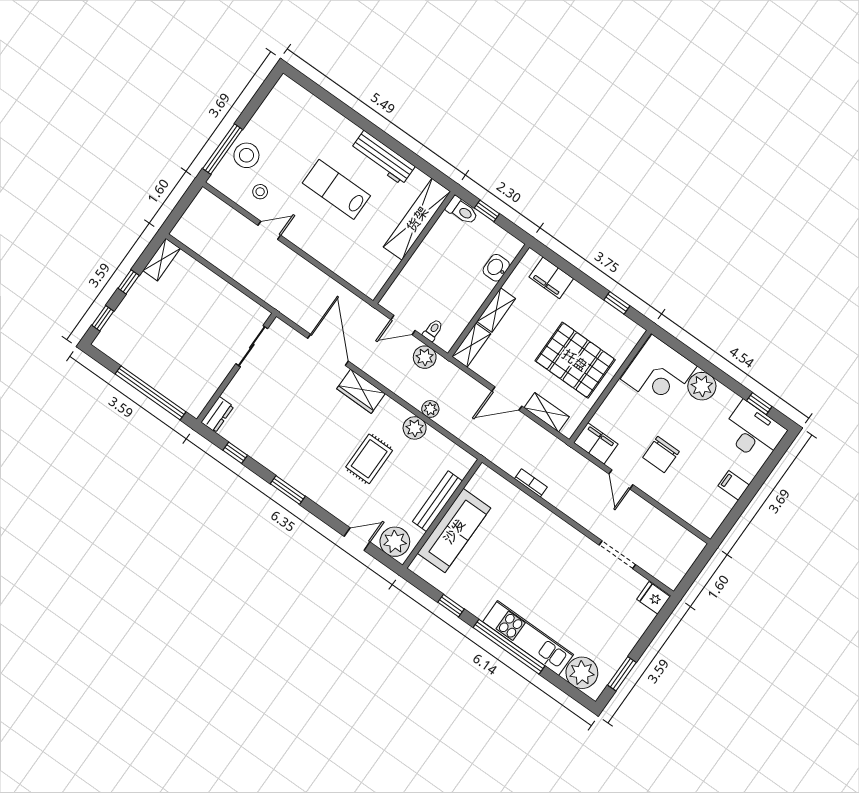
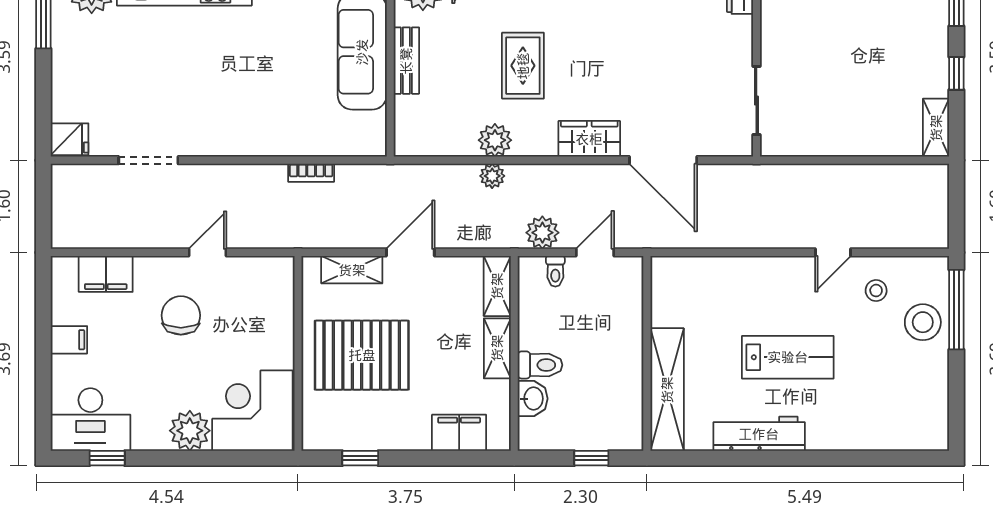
toilet: (462, 211) -> (540, 365), moved, turned 180
filing cabinet: (596, 443) -> (106, 274), moved
door: (621, 479) -> (208, 252), hinge flipped
bench: (437, 501) -> (406, 61), width x0.73

